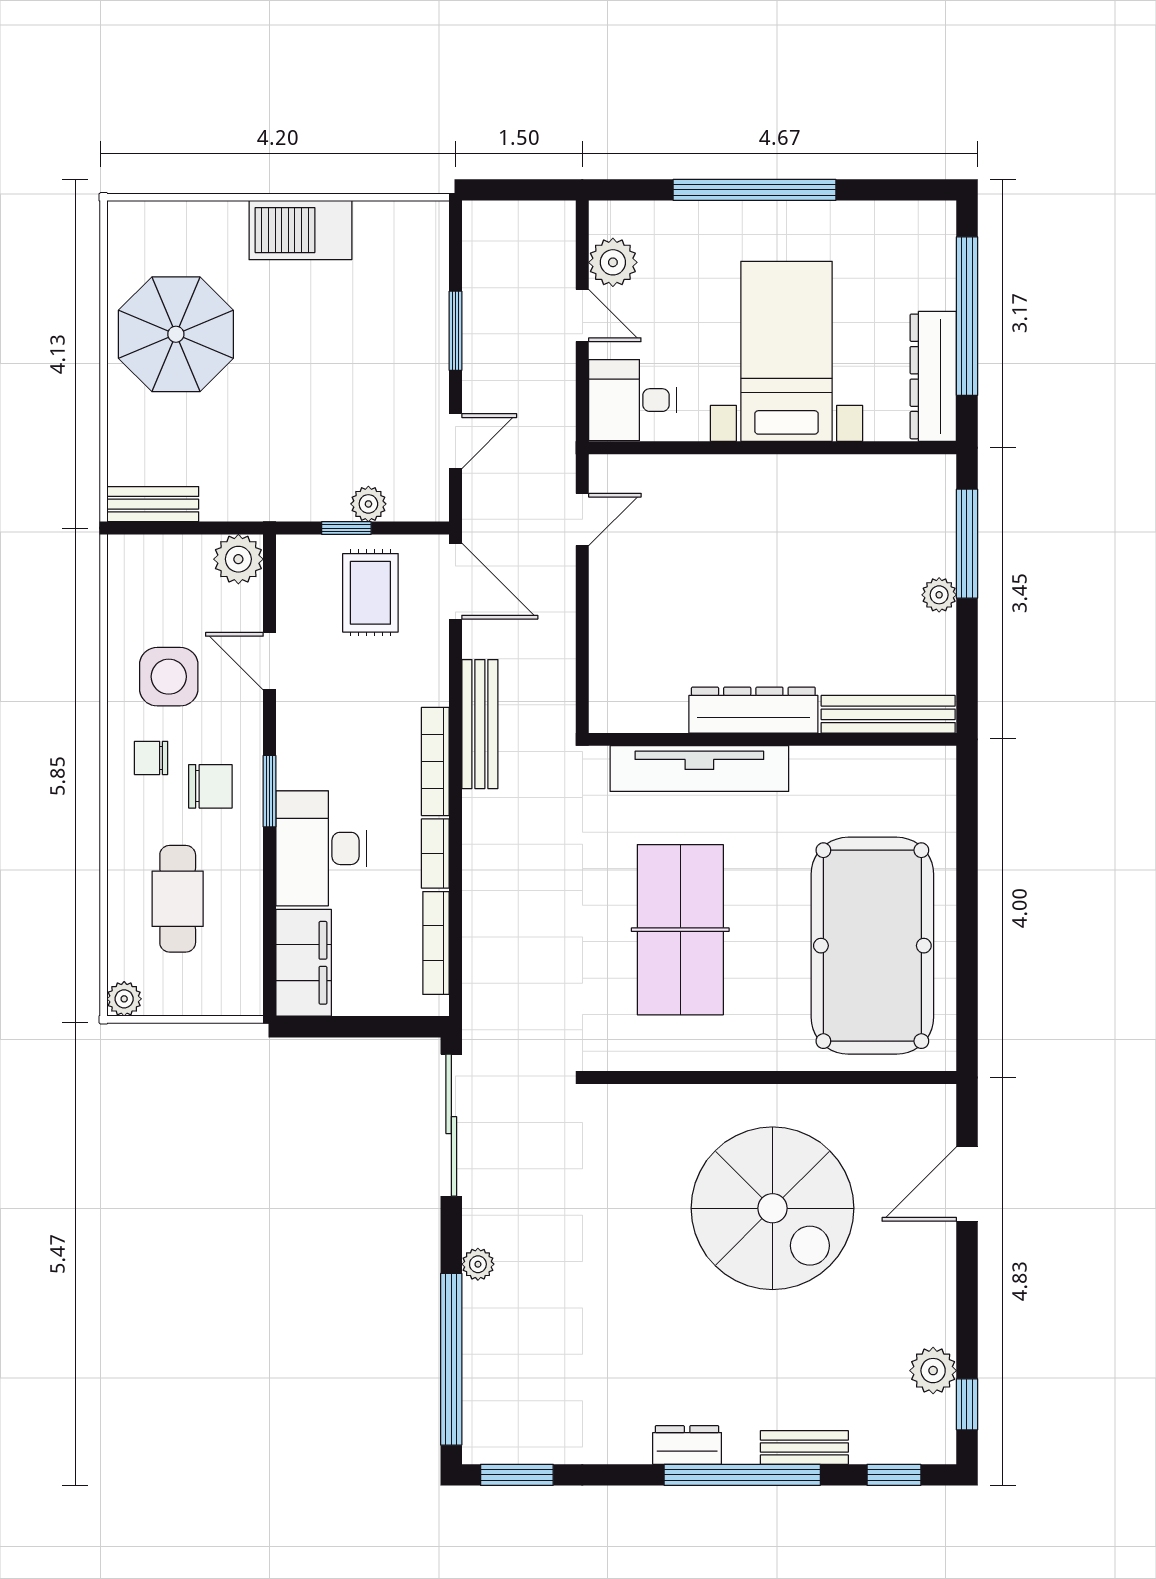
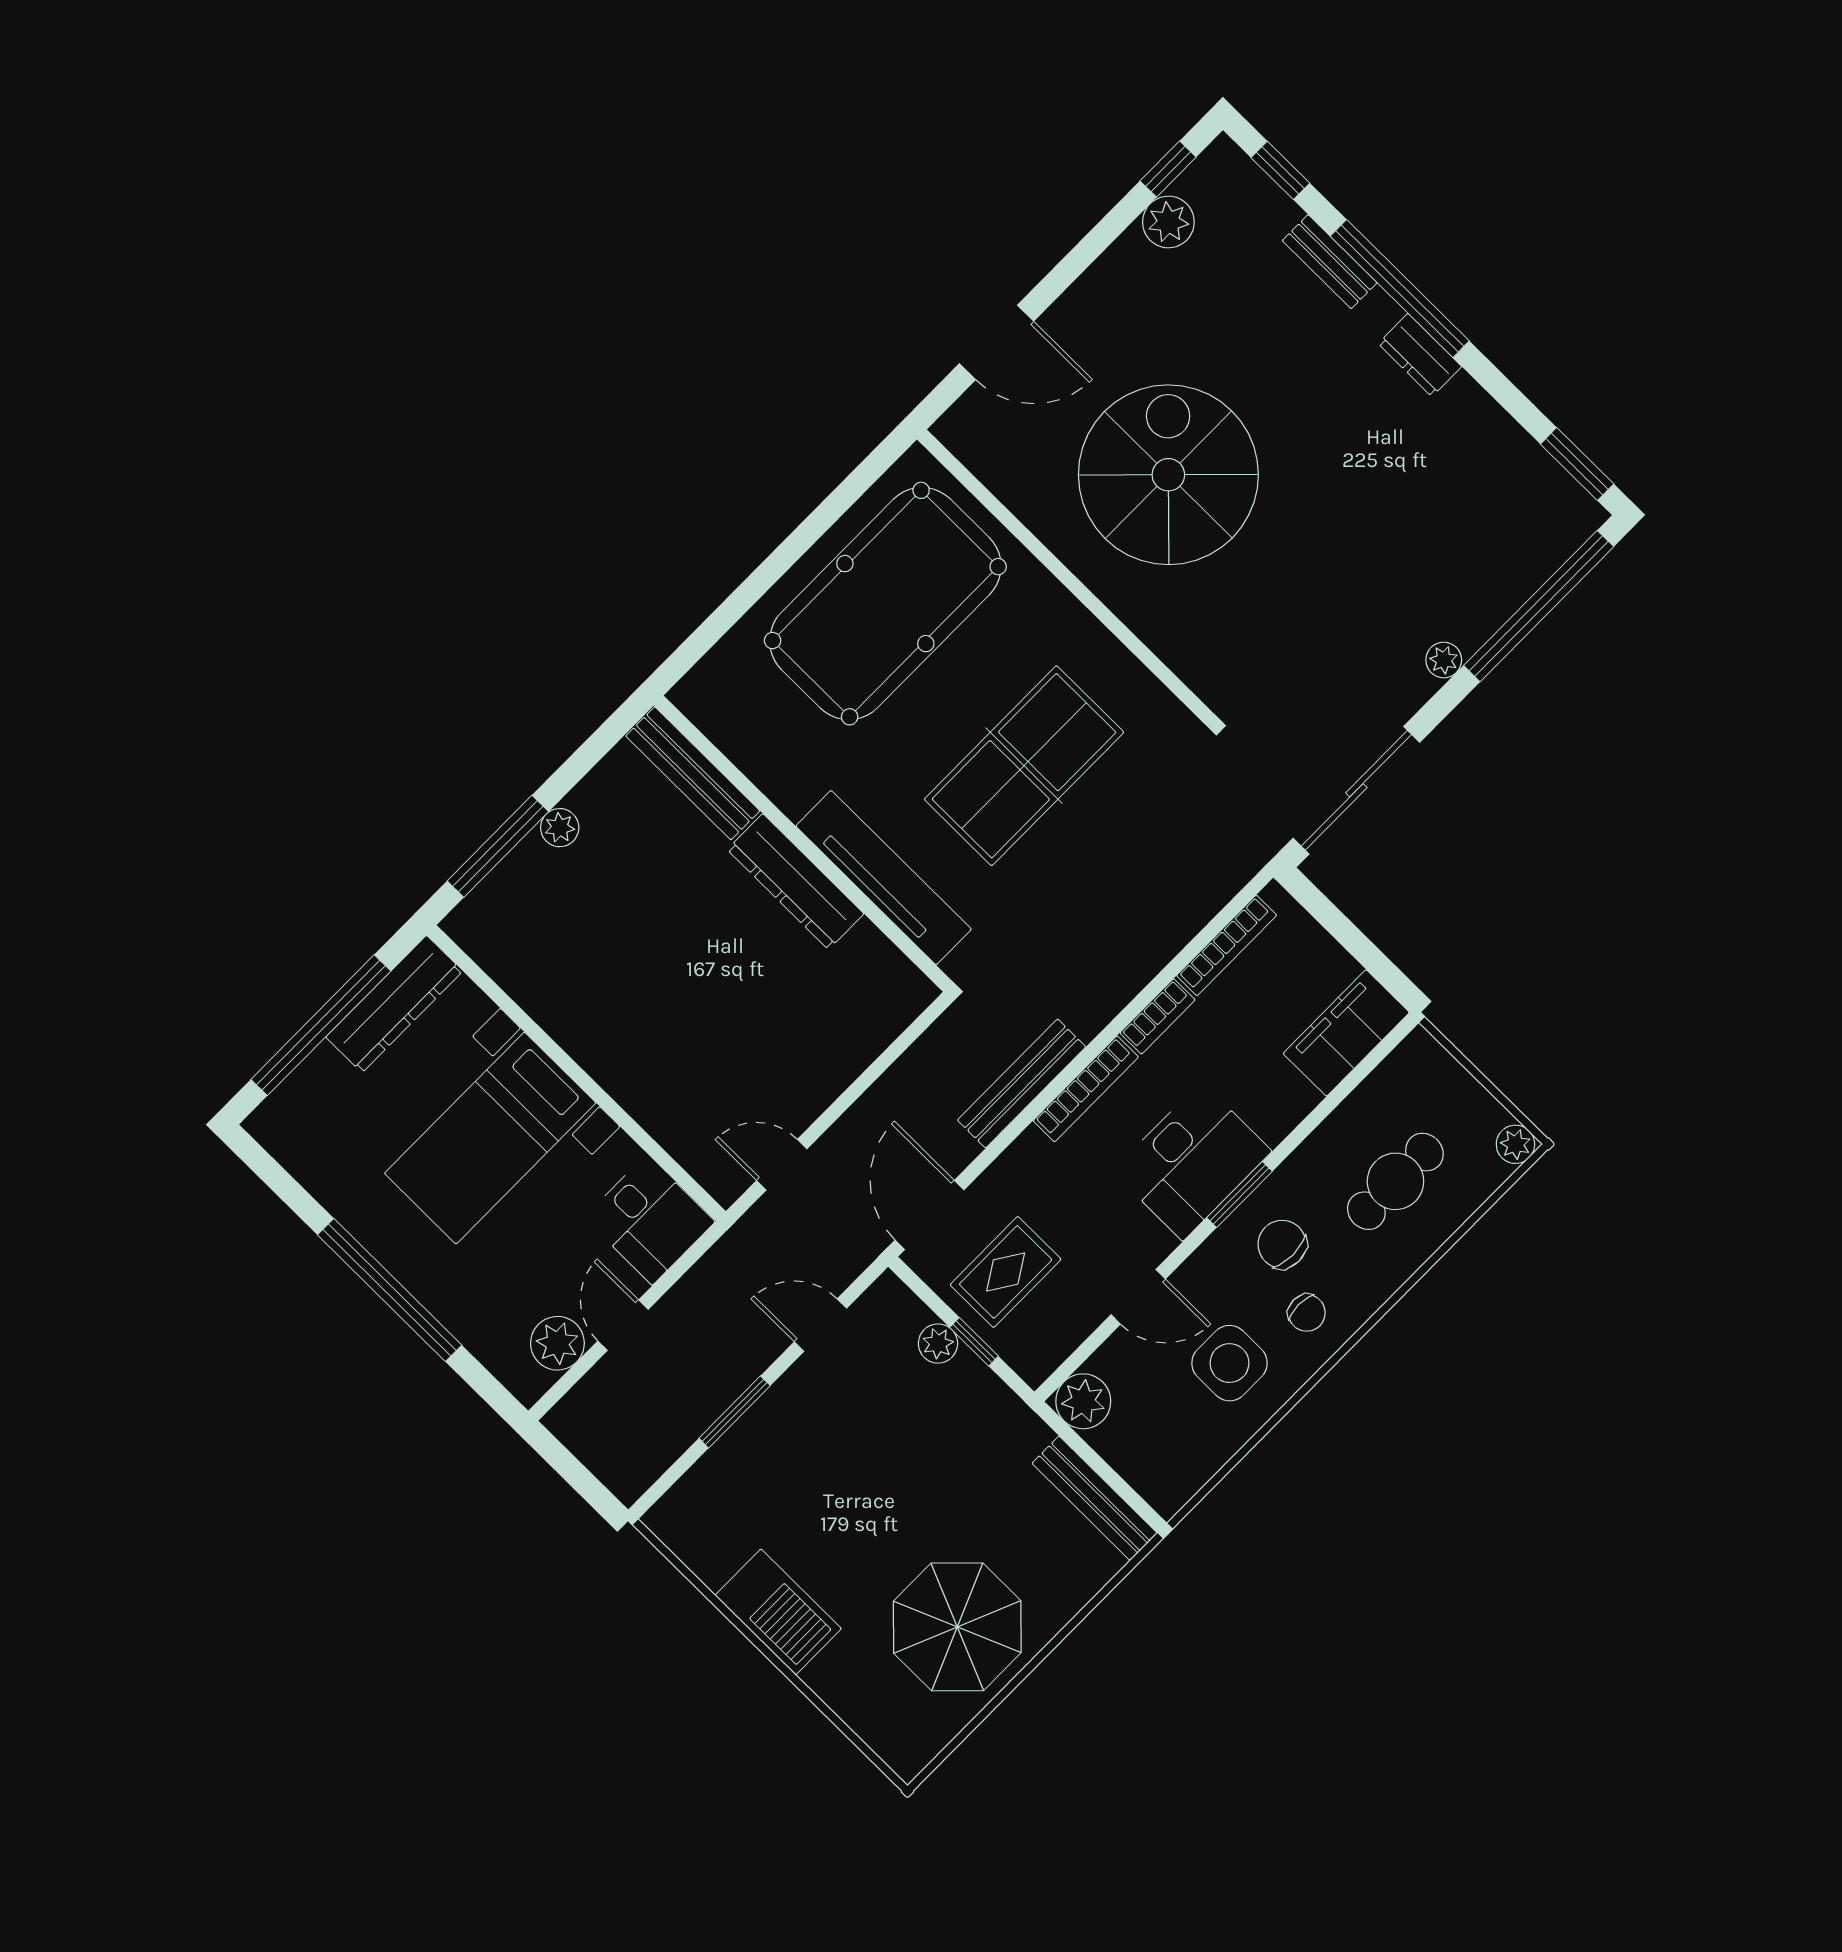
bench: (153, 504) -> (1095, 1498), width x1.36
door: (270, 661) -> (1138, 1297), hinge flipped
desk: (321, 848) -> (1192, 1161), moved

